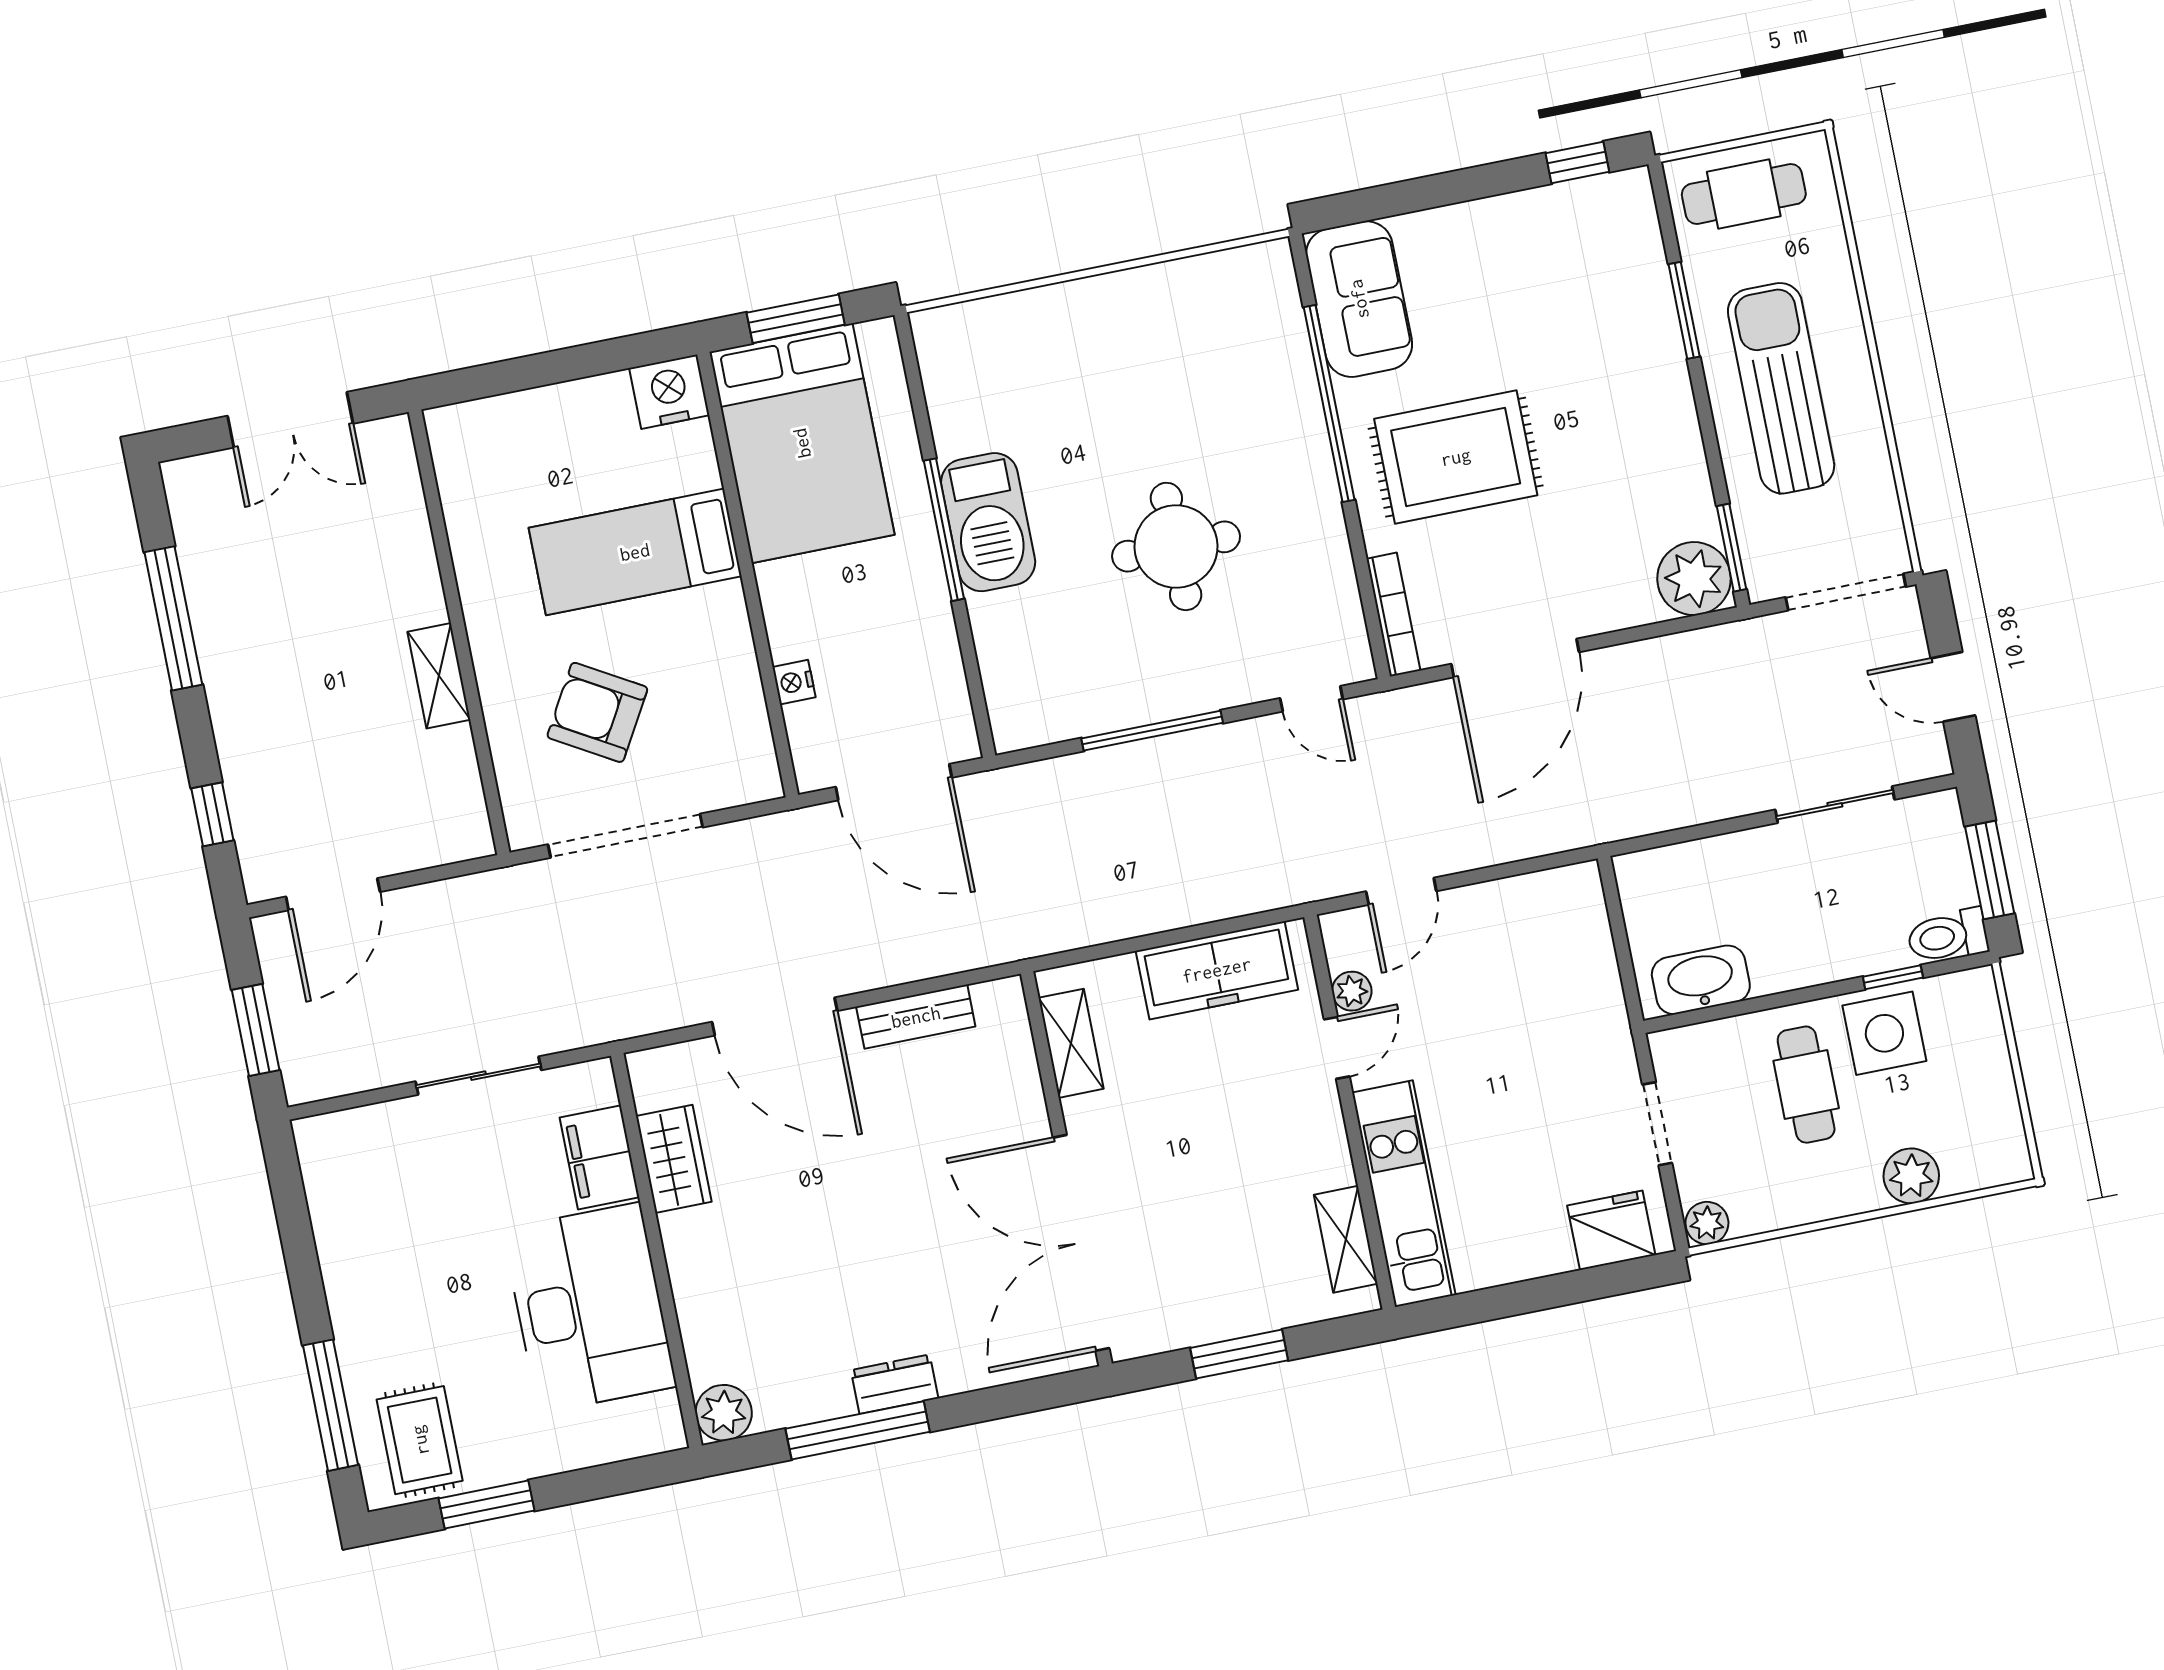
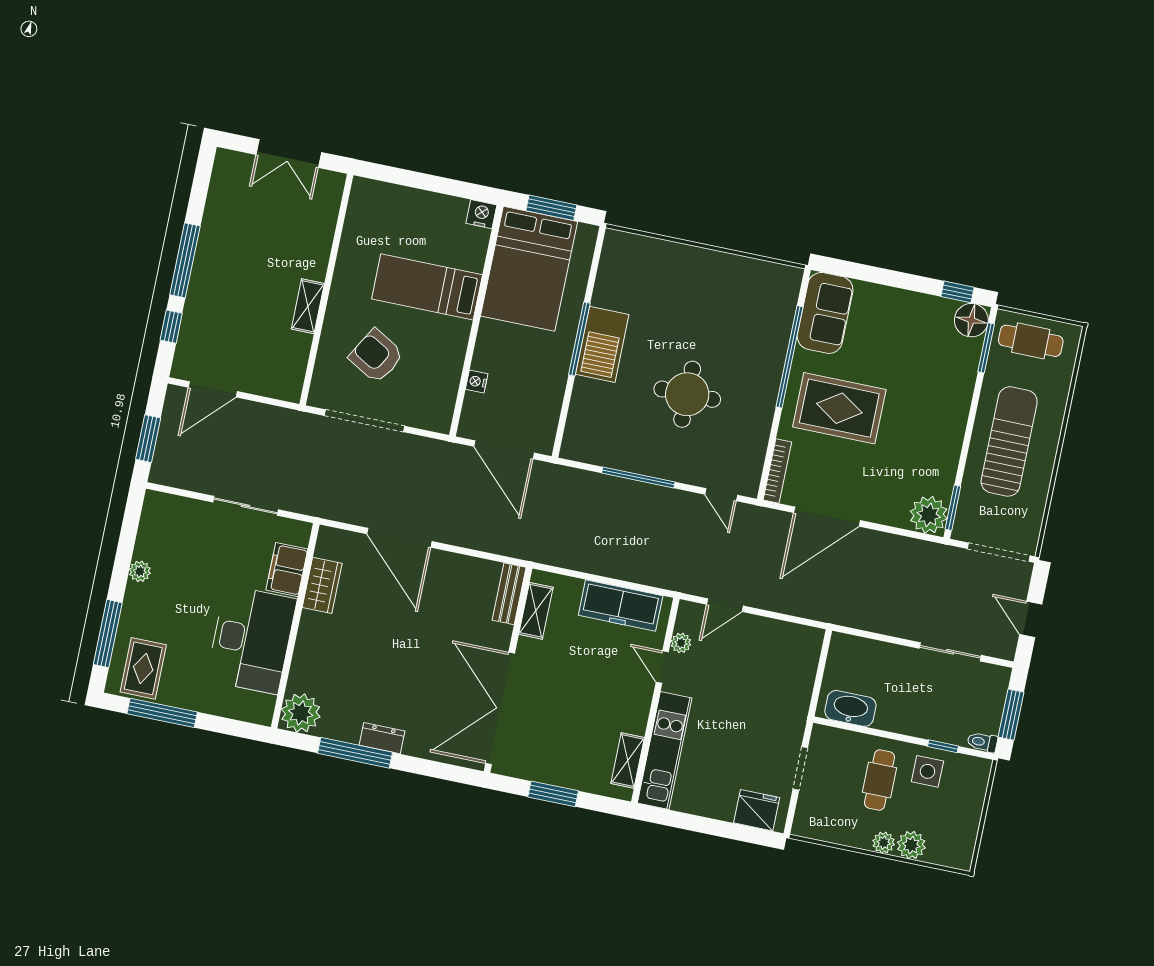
floor lamp: (1623, 202) -> (971, 320), added
window: (1684, 310) -> (986, 348), moved
nightstand: (669, 392) -> (481, 214), width x0.74, depth x0.75
window: (173, 618) -> (185, 260), moved
toilet: (1948, 936) -> (982, 742), width x0.73, depth x0.72
bench: (916, 1017) -> (509, 594), moved, turned 90
side table: (1884, 1033) -> (927, 771), width x0.73, depth x0.73
door: (1337, 1048) -> (662, 667), swing flipped
plant: (1707, 1223) -> (884, 843), moved
plant: (341, 1271) -> (140, 571), added
plant: (724, 1413) -> (301, 713), width x1.36, depth x1.36
window: (487, 1504) -> (162, 713), width x1.44

